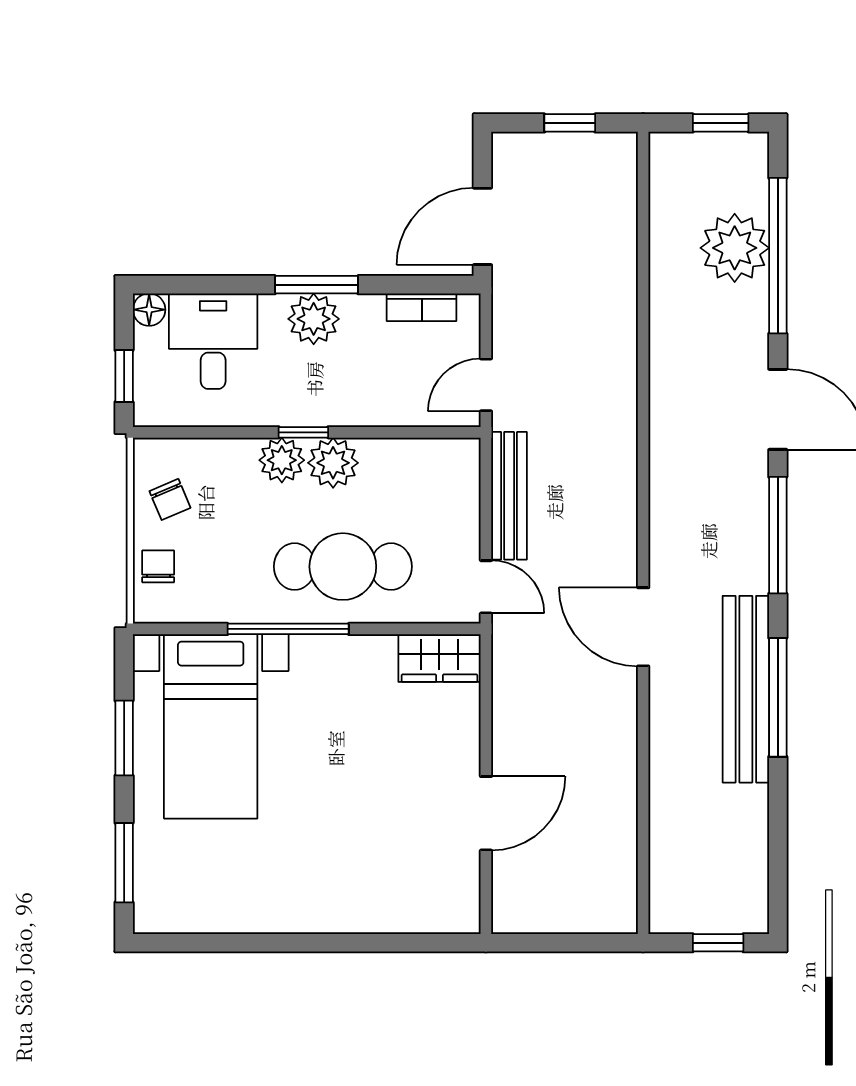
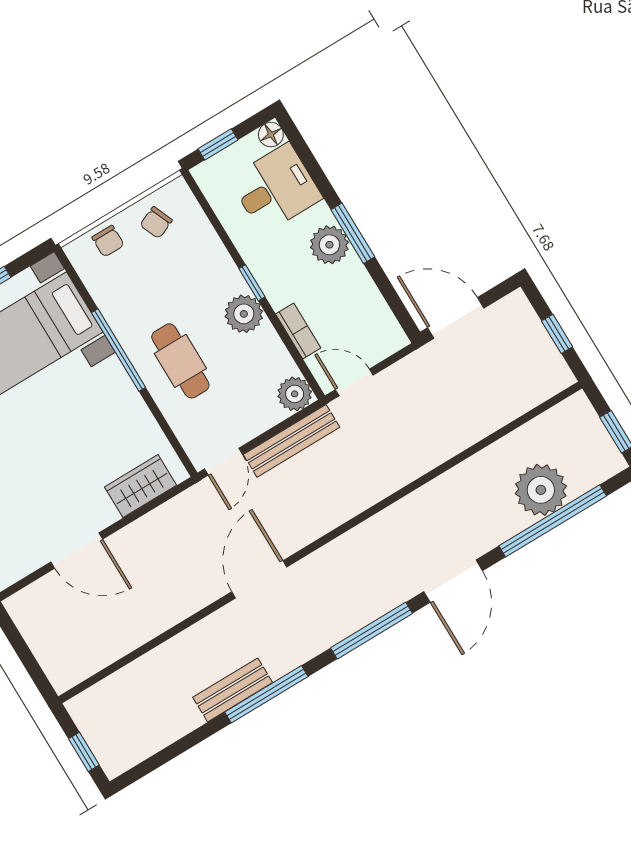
bookcase: (422, 307) -> (298, 331), moved, turned 180
plant: (282, 460) -> (295, 394), moved
chair: (158, 566) -> (108, 241), turned 90
cafe table: (343, 567) -> (180, 361), width x0.73, depth x0.74
wardrobe: (439, 658) -> (140, 486), moved, turned 90
bench: (746, 689) -> (233, 690), width x0.54, depth x0.82

